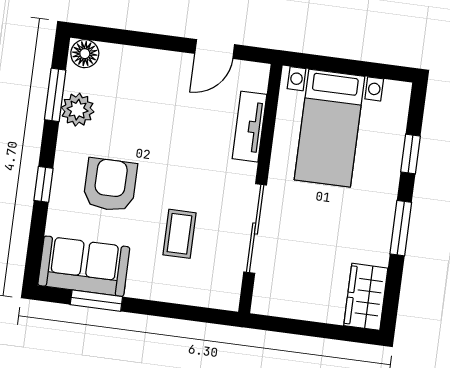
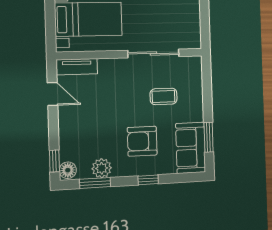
window: (104, 35) -> (54, 161), added
tv unit: (249, 127) -> (77, 67), moved

